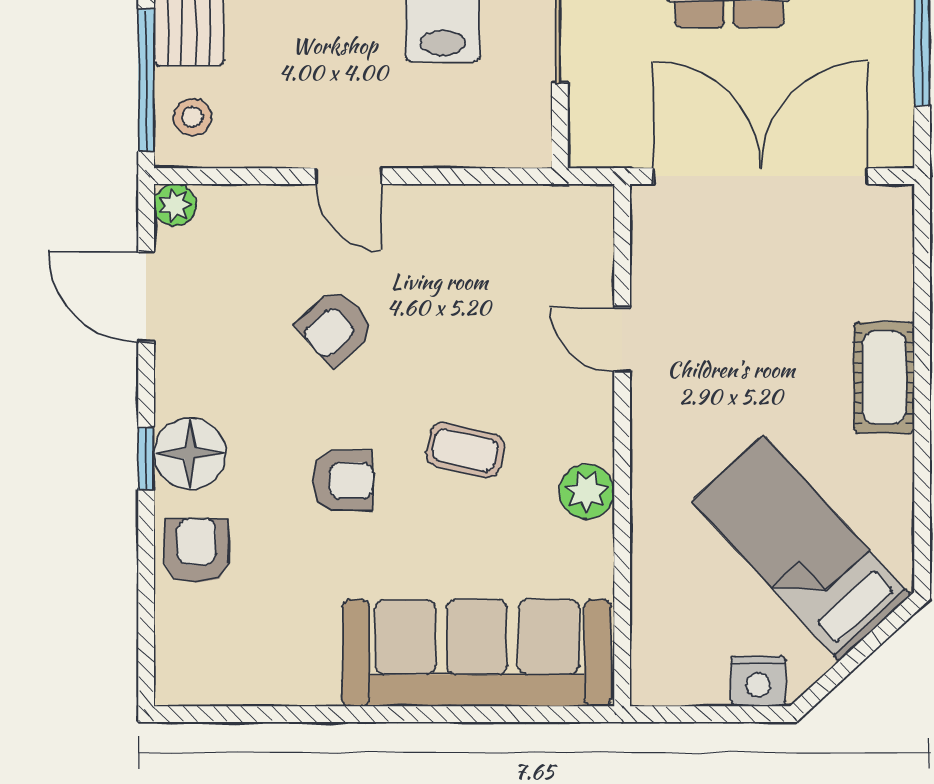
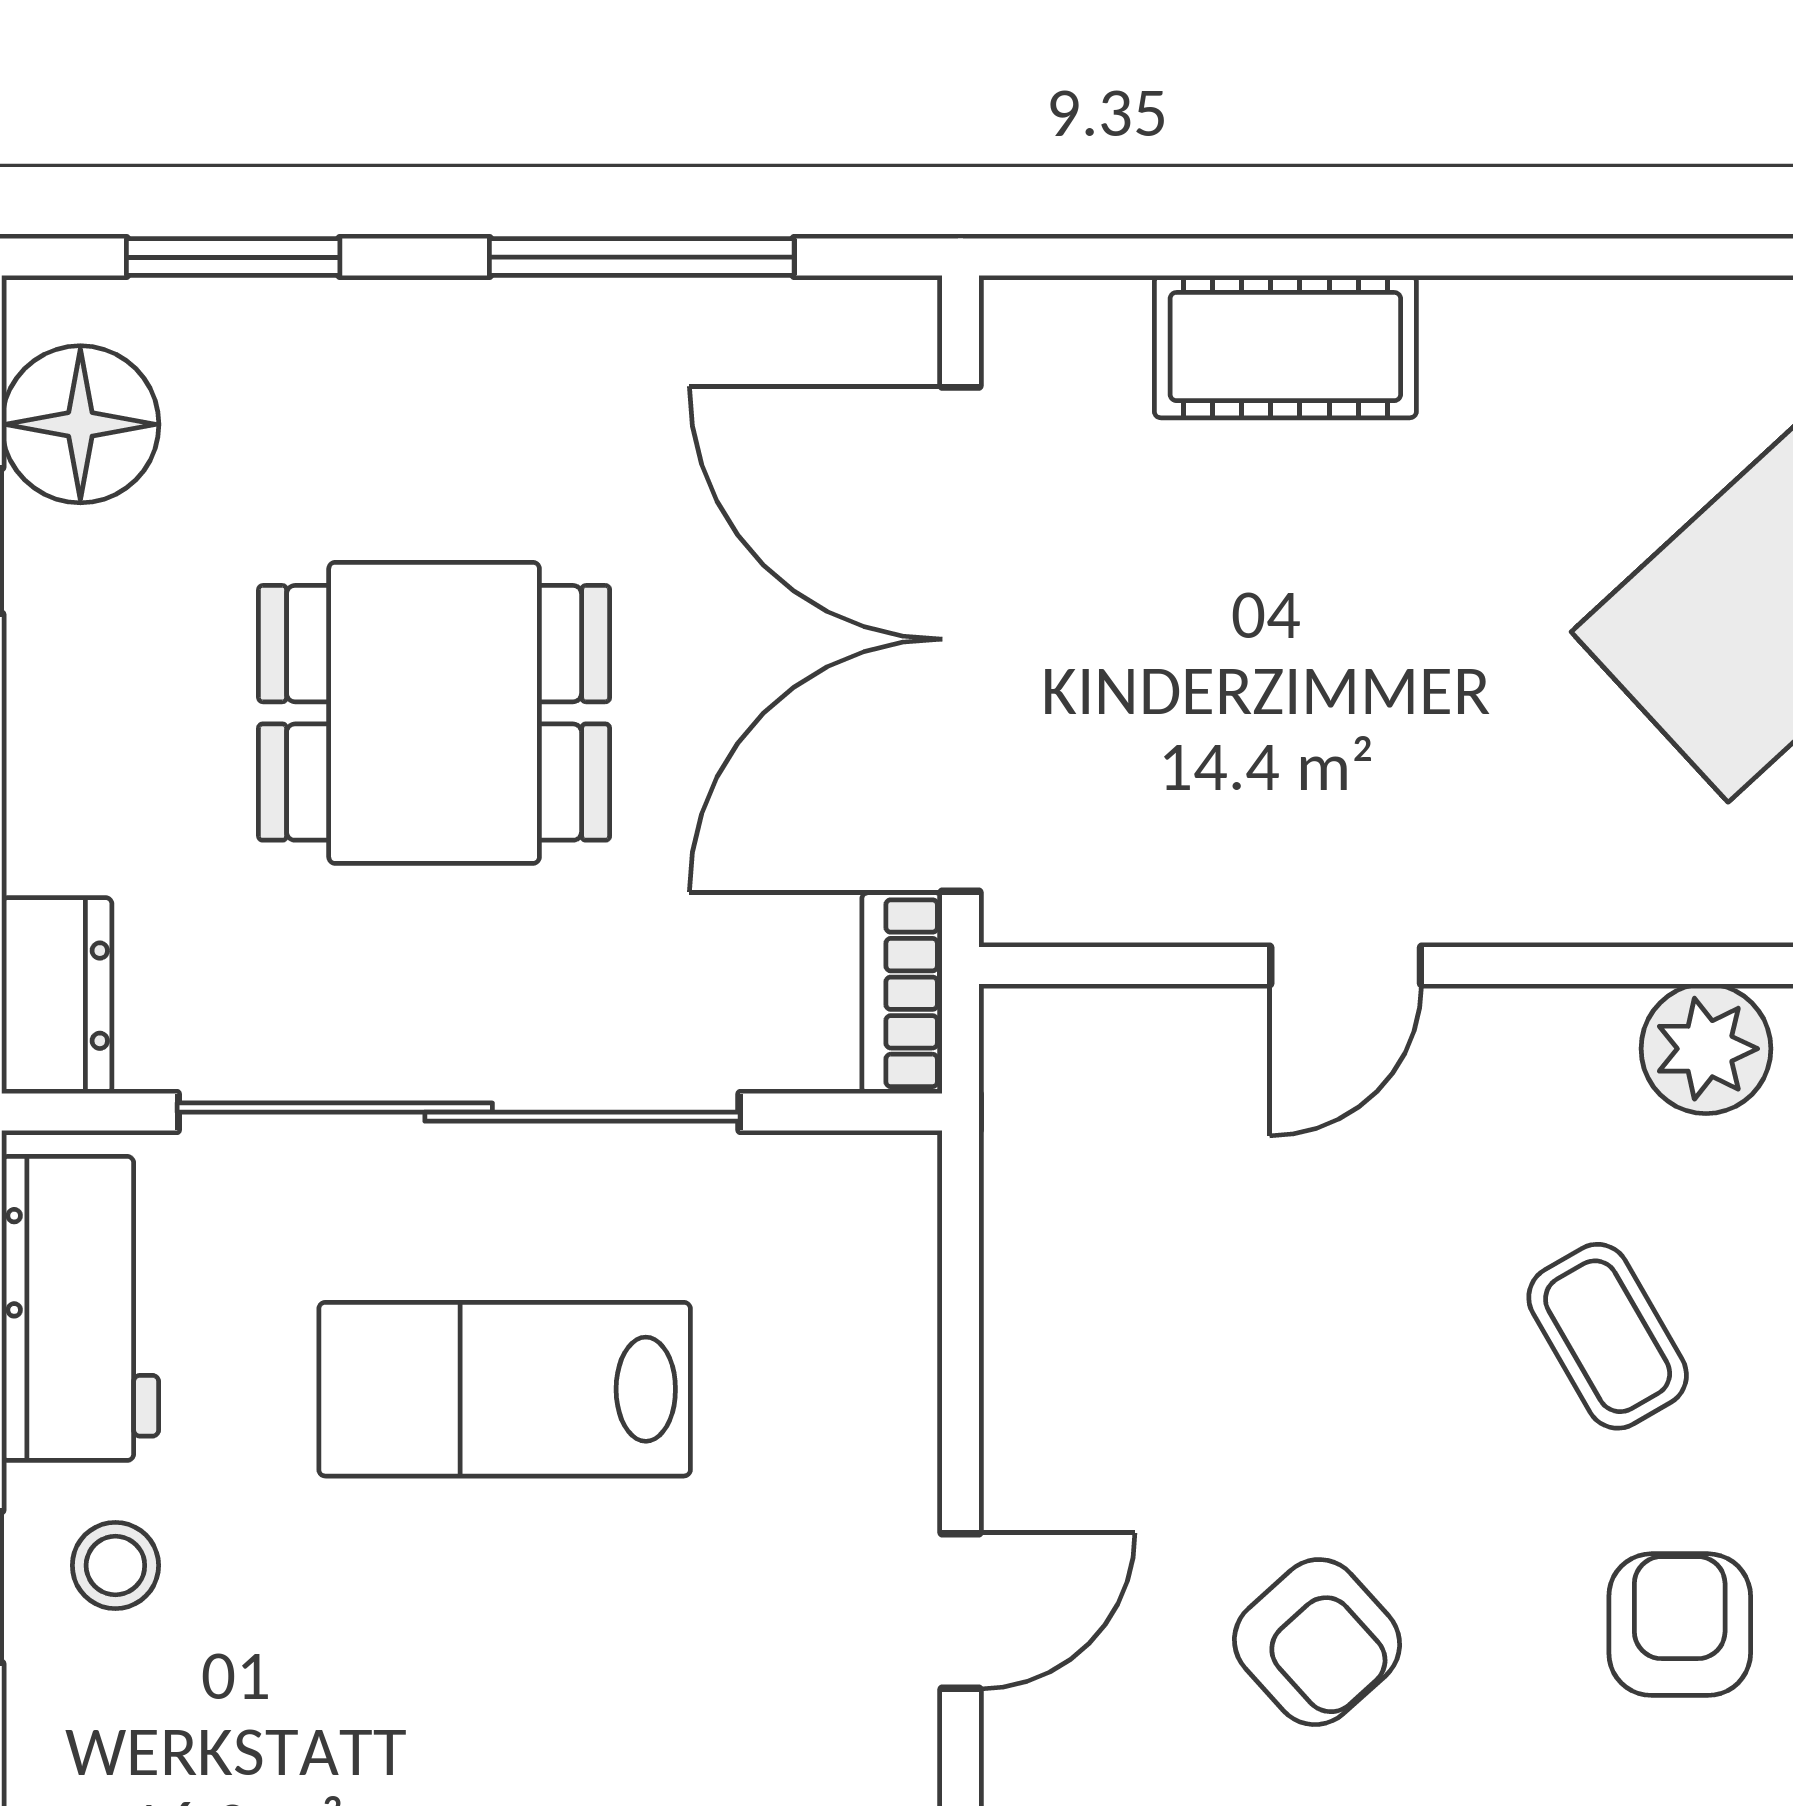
bookcase: (610, 151) -> (902, 993), added
cot: (884, 378) -> (1285, 347), moved
coffee table: (465, 450) -> (1608, 1336), turned -43

